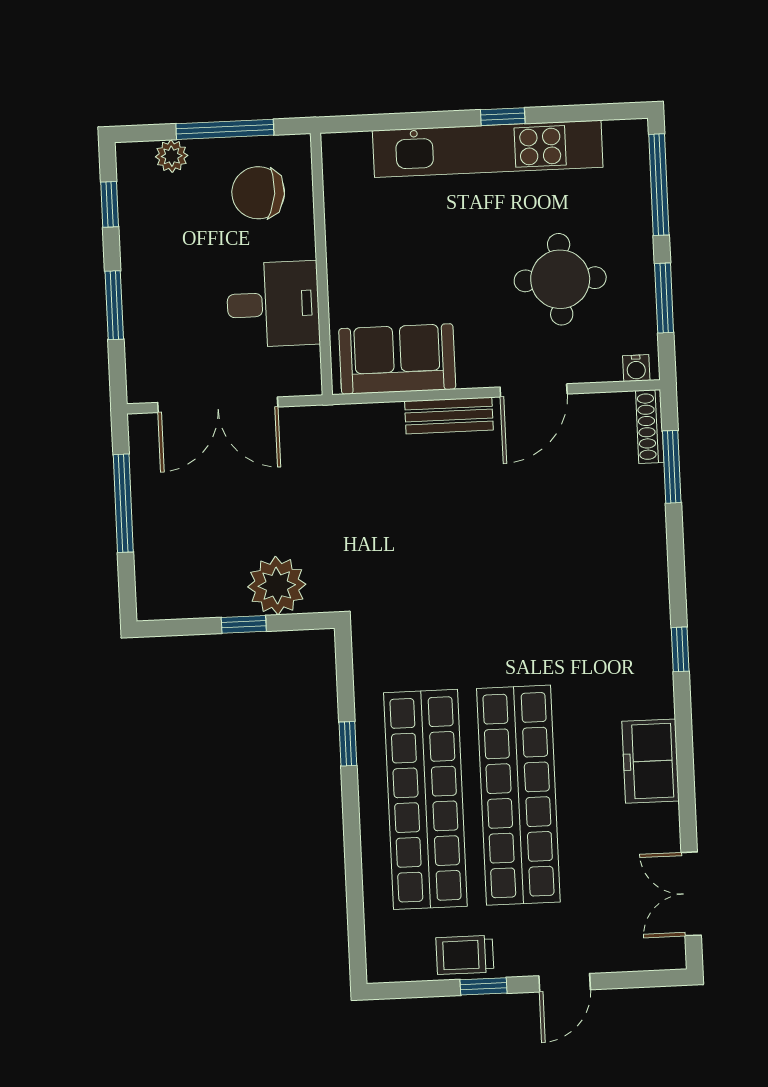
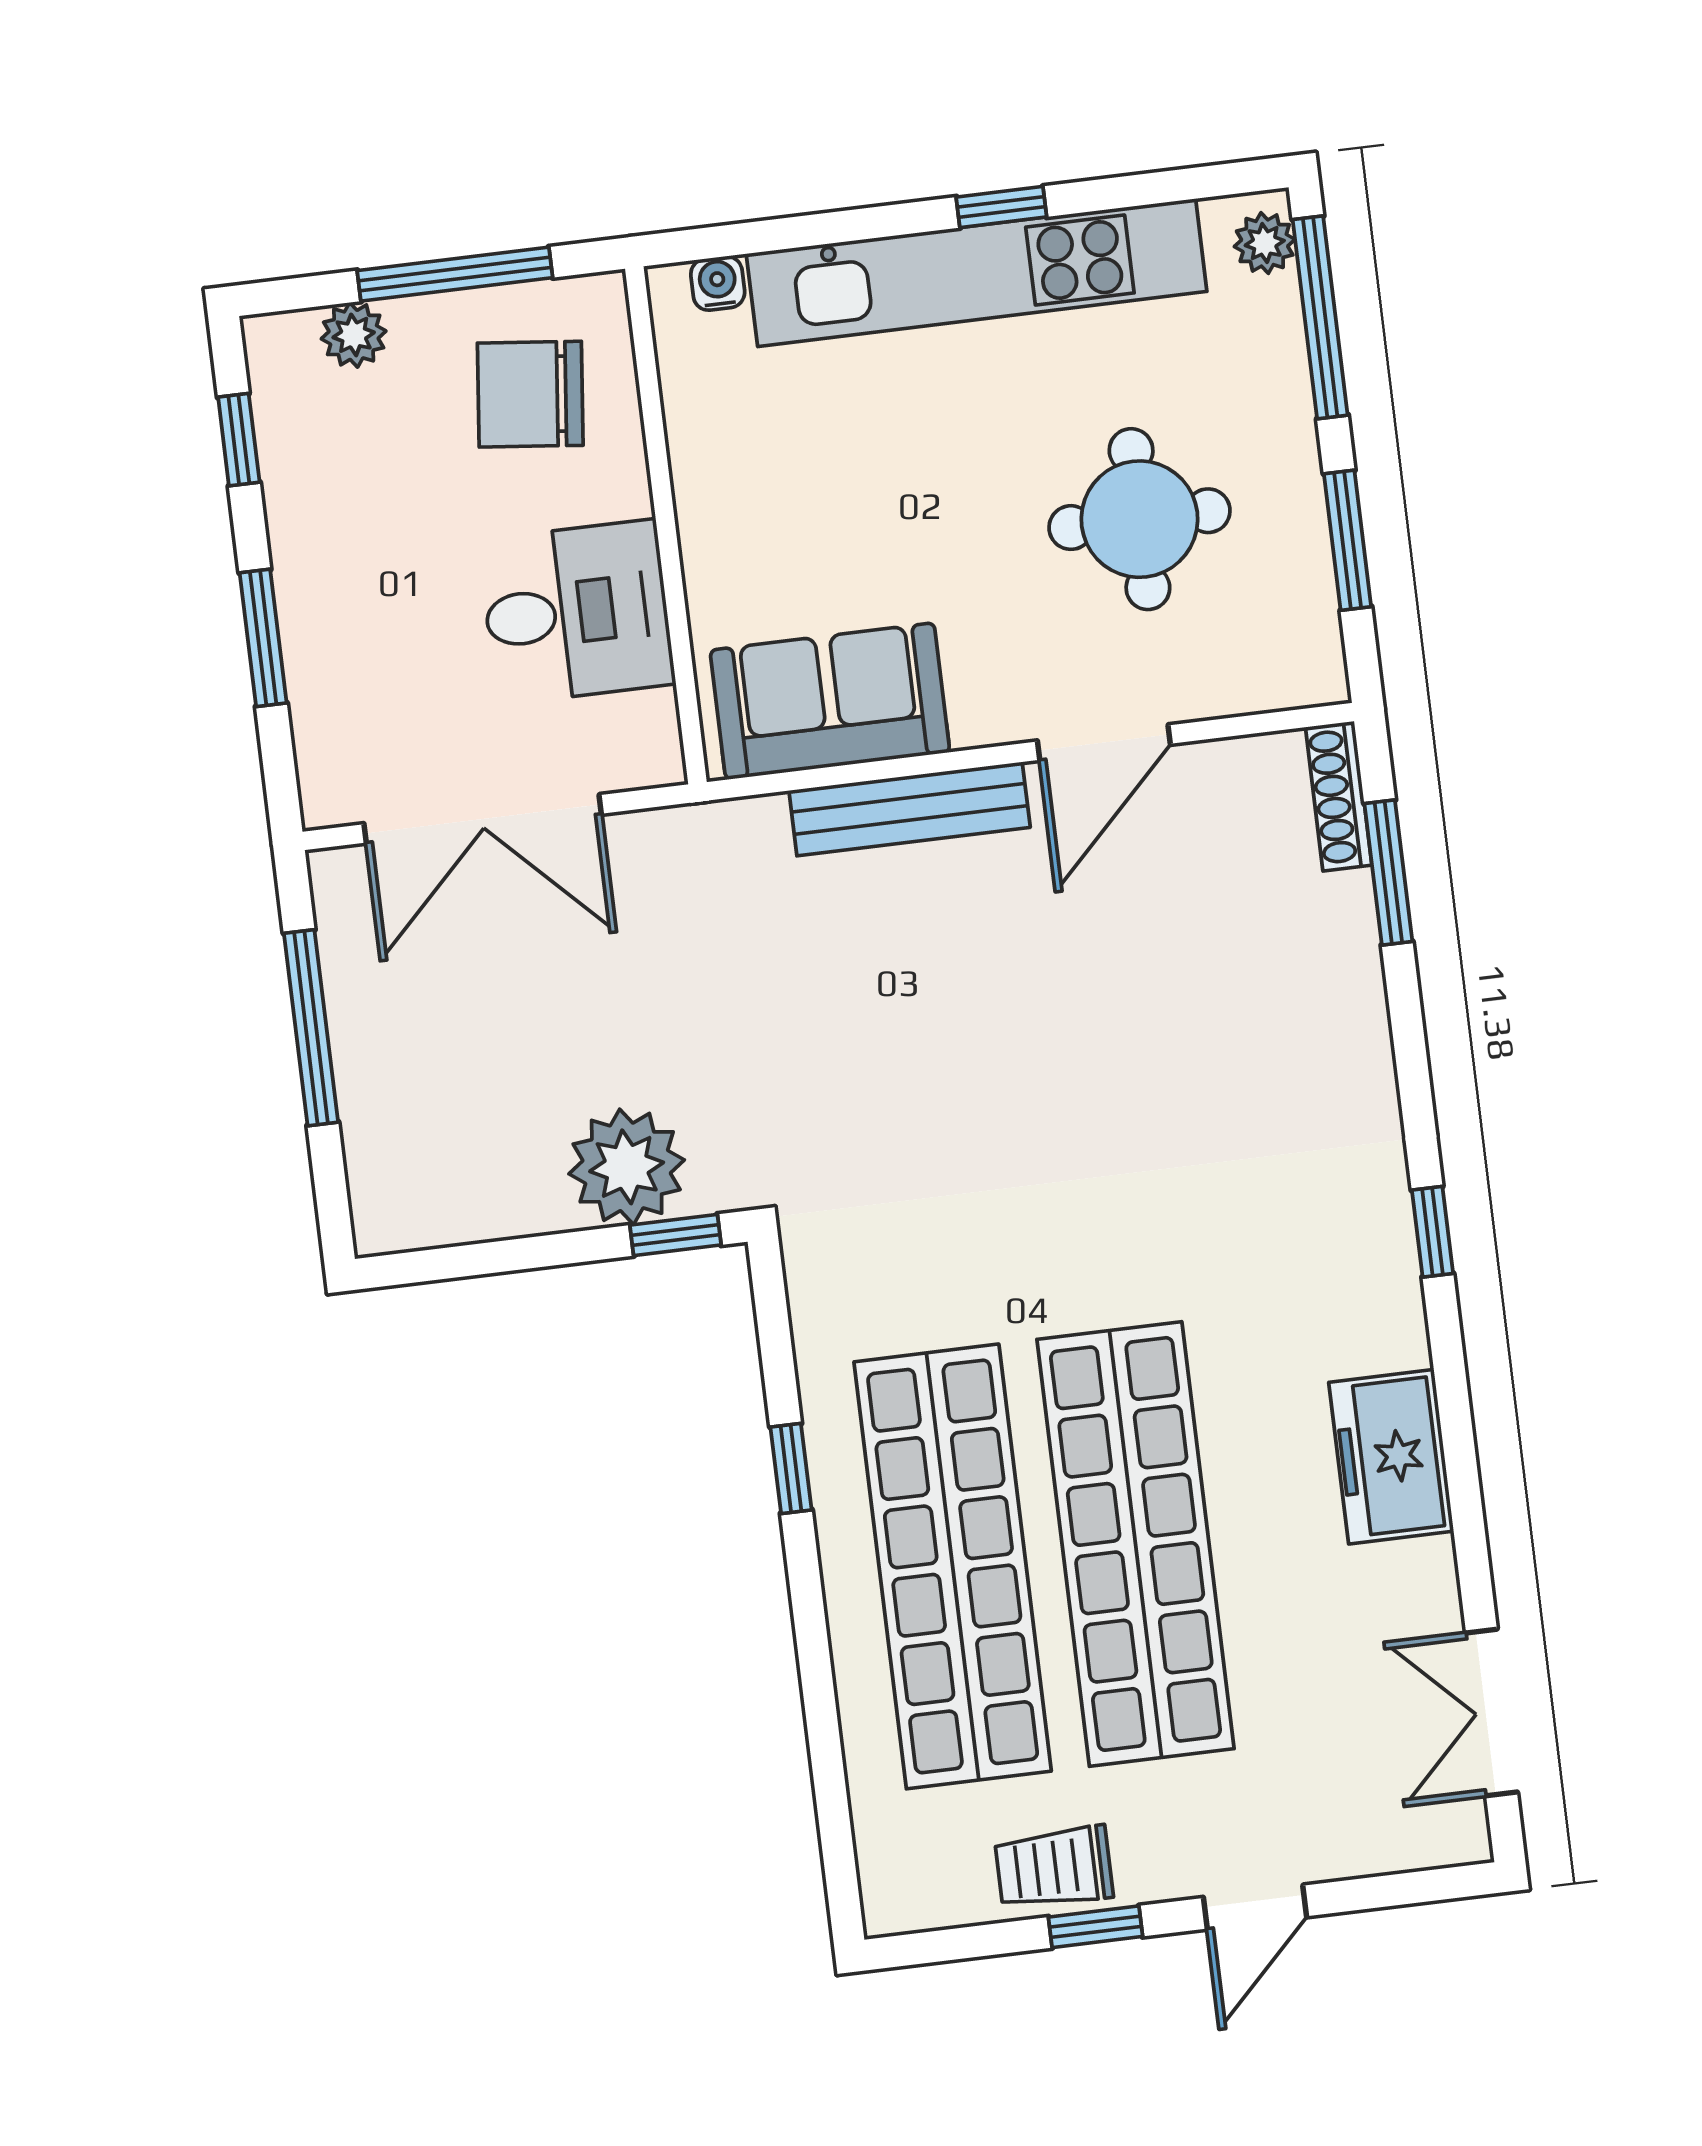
plant: (634, 145) -> (1265, 243), added
water cooler: (636, 368) -> (718, 283), moved, turned 180
bench: (449, 416) -> (910, 809), width x1.36
window: (244, 624) -> (676, 1235), moved

